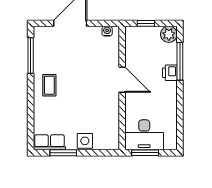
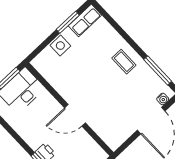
water cooler: (107, 31) -> (163, 99), moved

